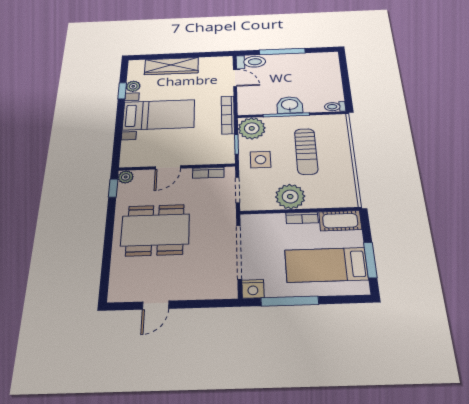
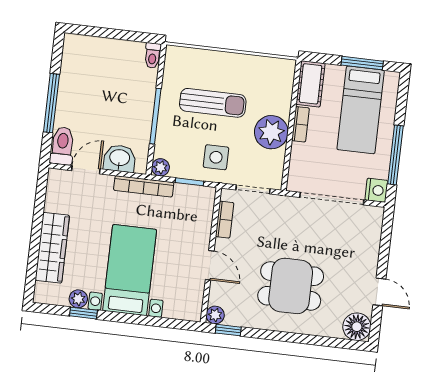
washbasin: (290, 105) -> (120, 158), moved, turned 90
plant: (252, 128) -> (160, 167), width x0.53, depth x0.53
dining table: (155, 230) -> (291, 286), width x0.73
floor lamp: (121, 290) -> (357, 327), added

